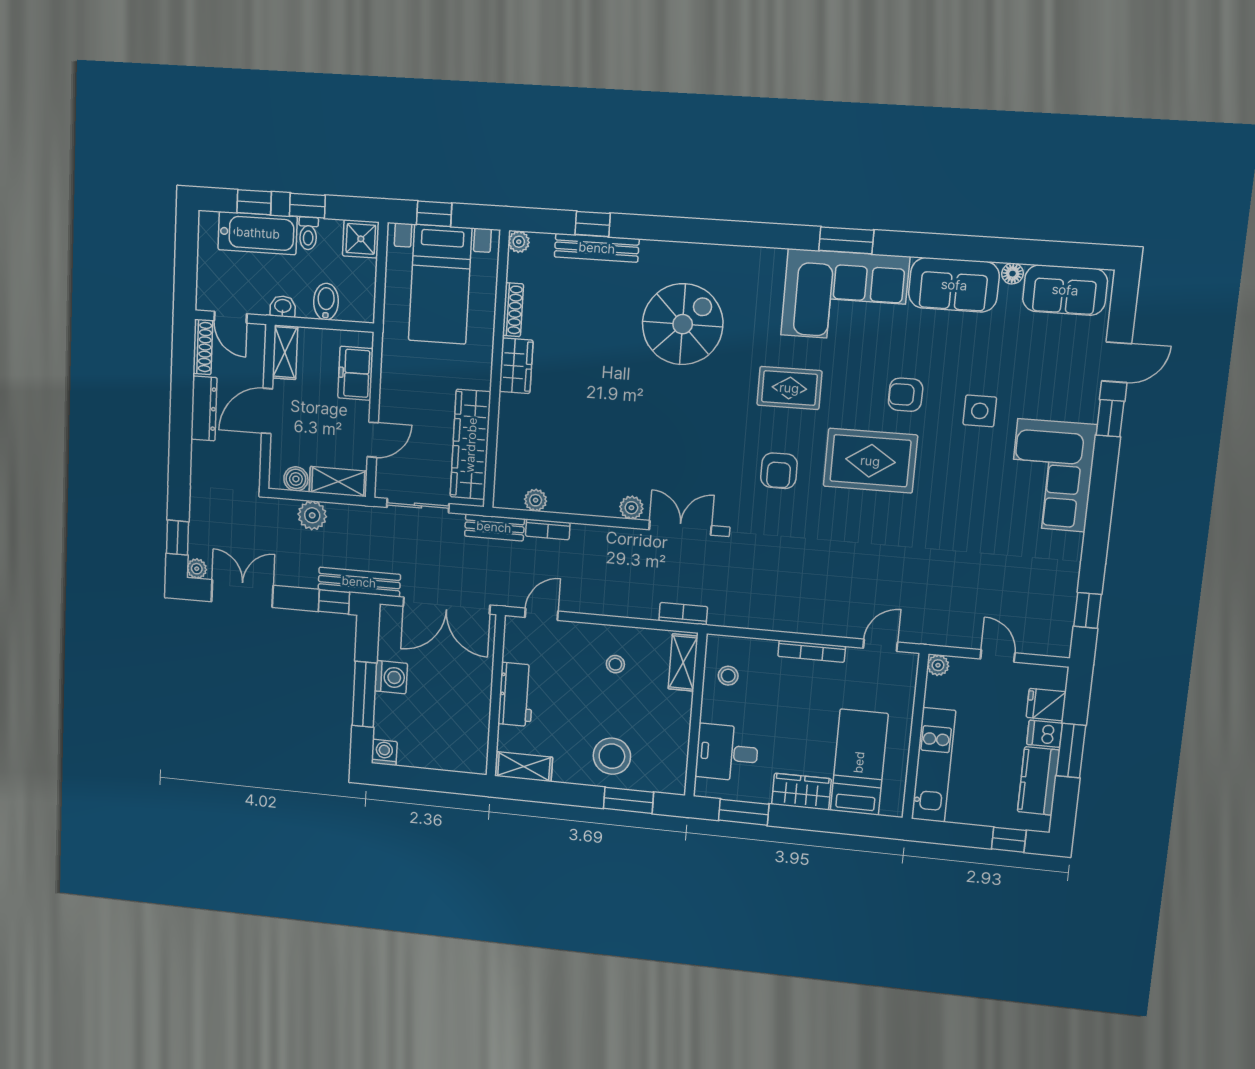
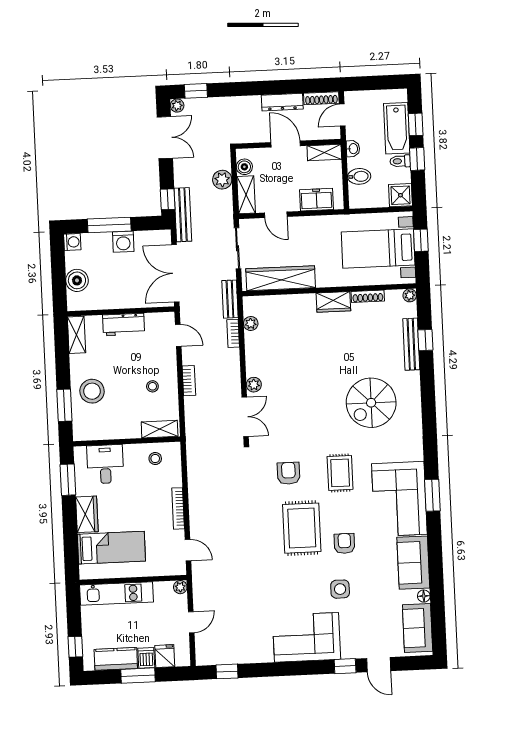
spiral stairs: (683, 324) -> (371, 403), turned 90
armchair: (779, 471) -> (289, 473), turned 90
bookcase: (683, 614) -> (189, 381), moved
boiler: (442, 754) -> (77, 280), added

